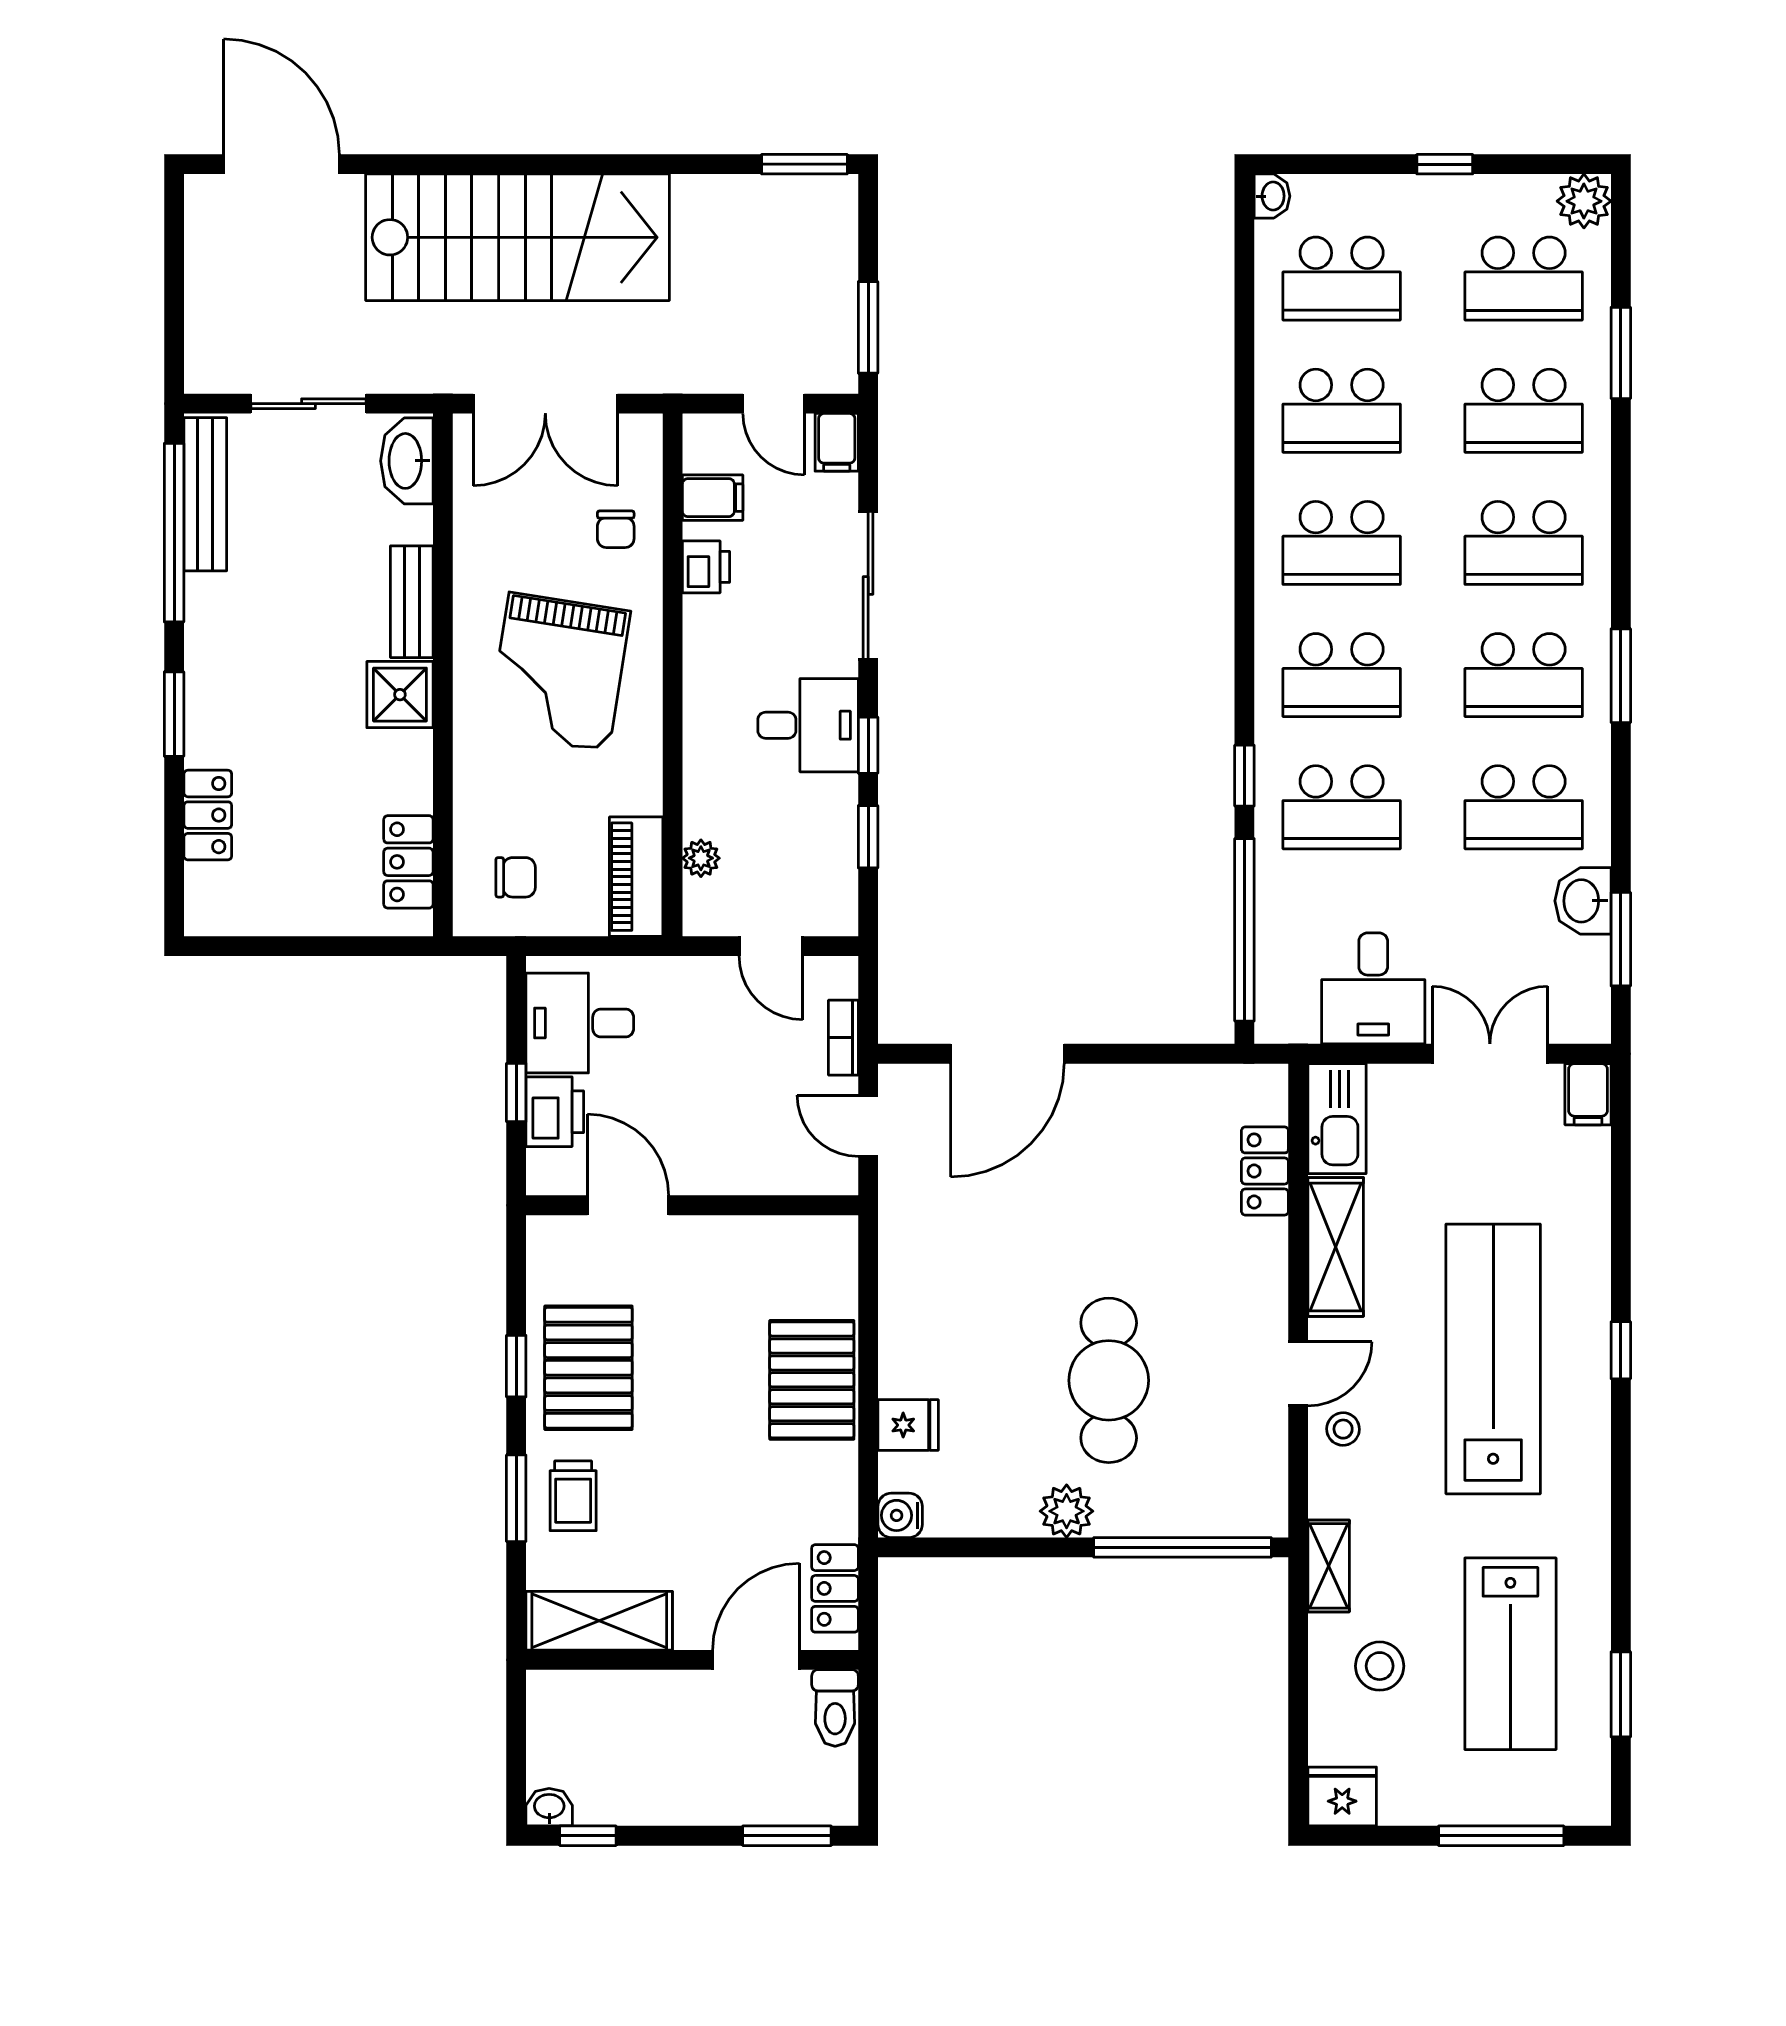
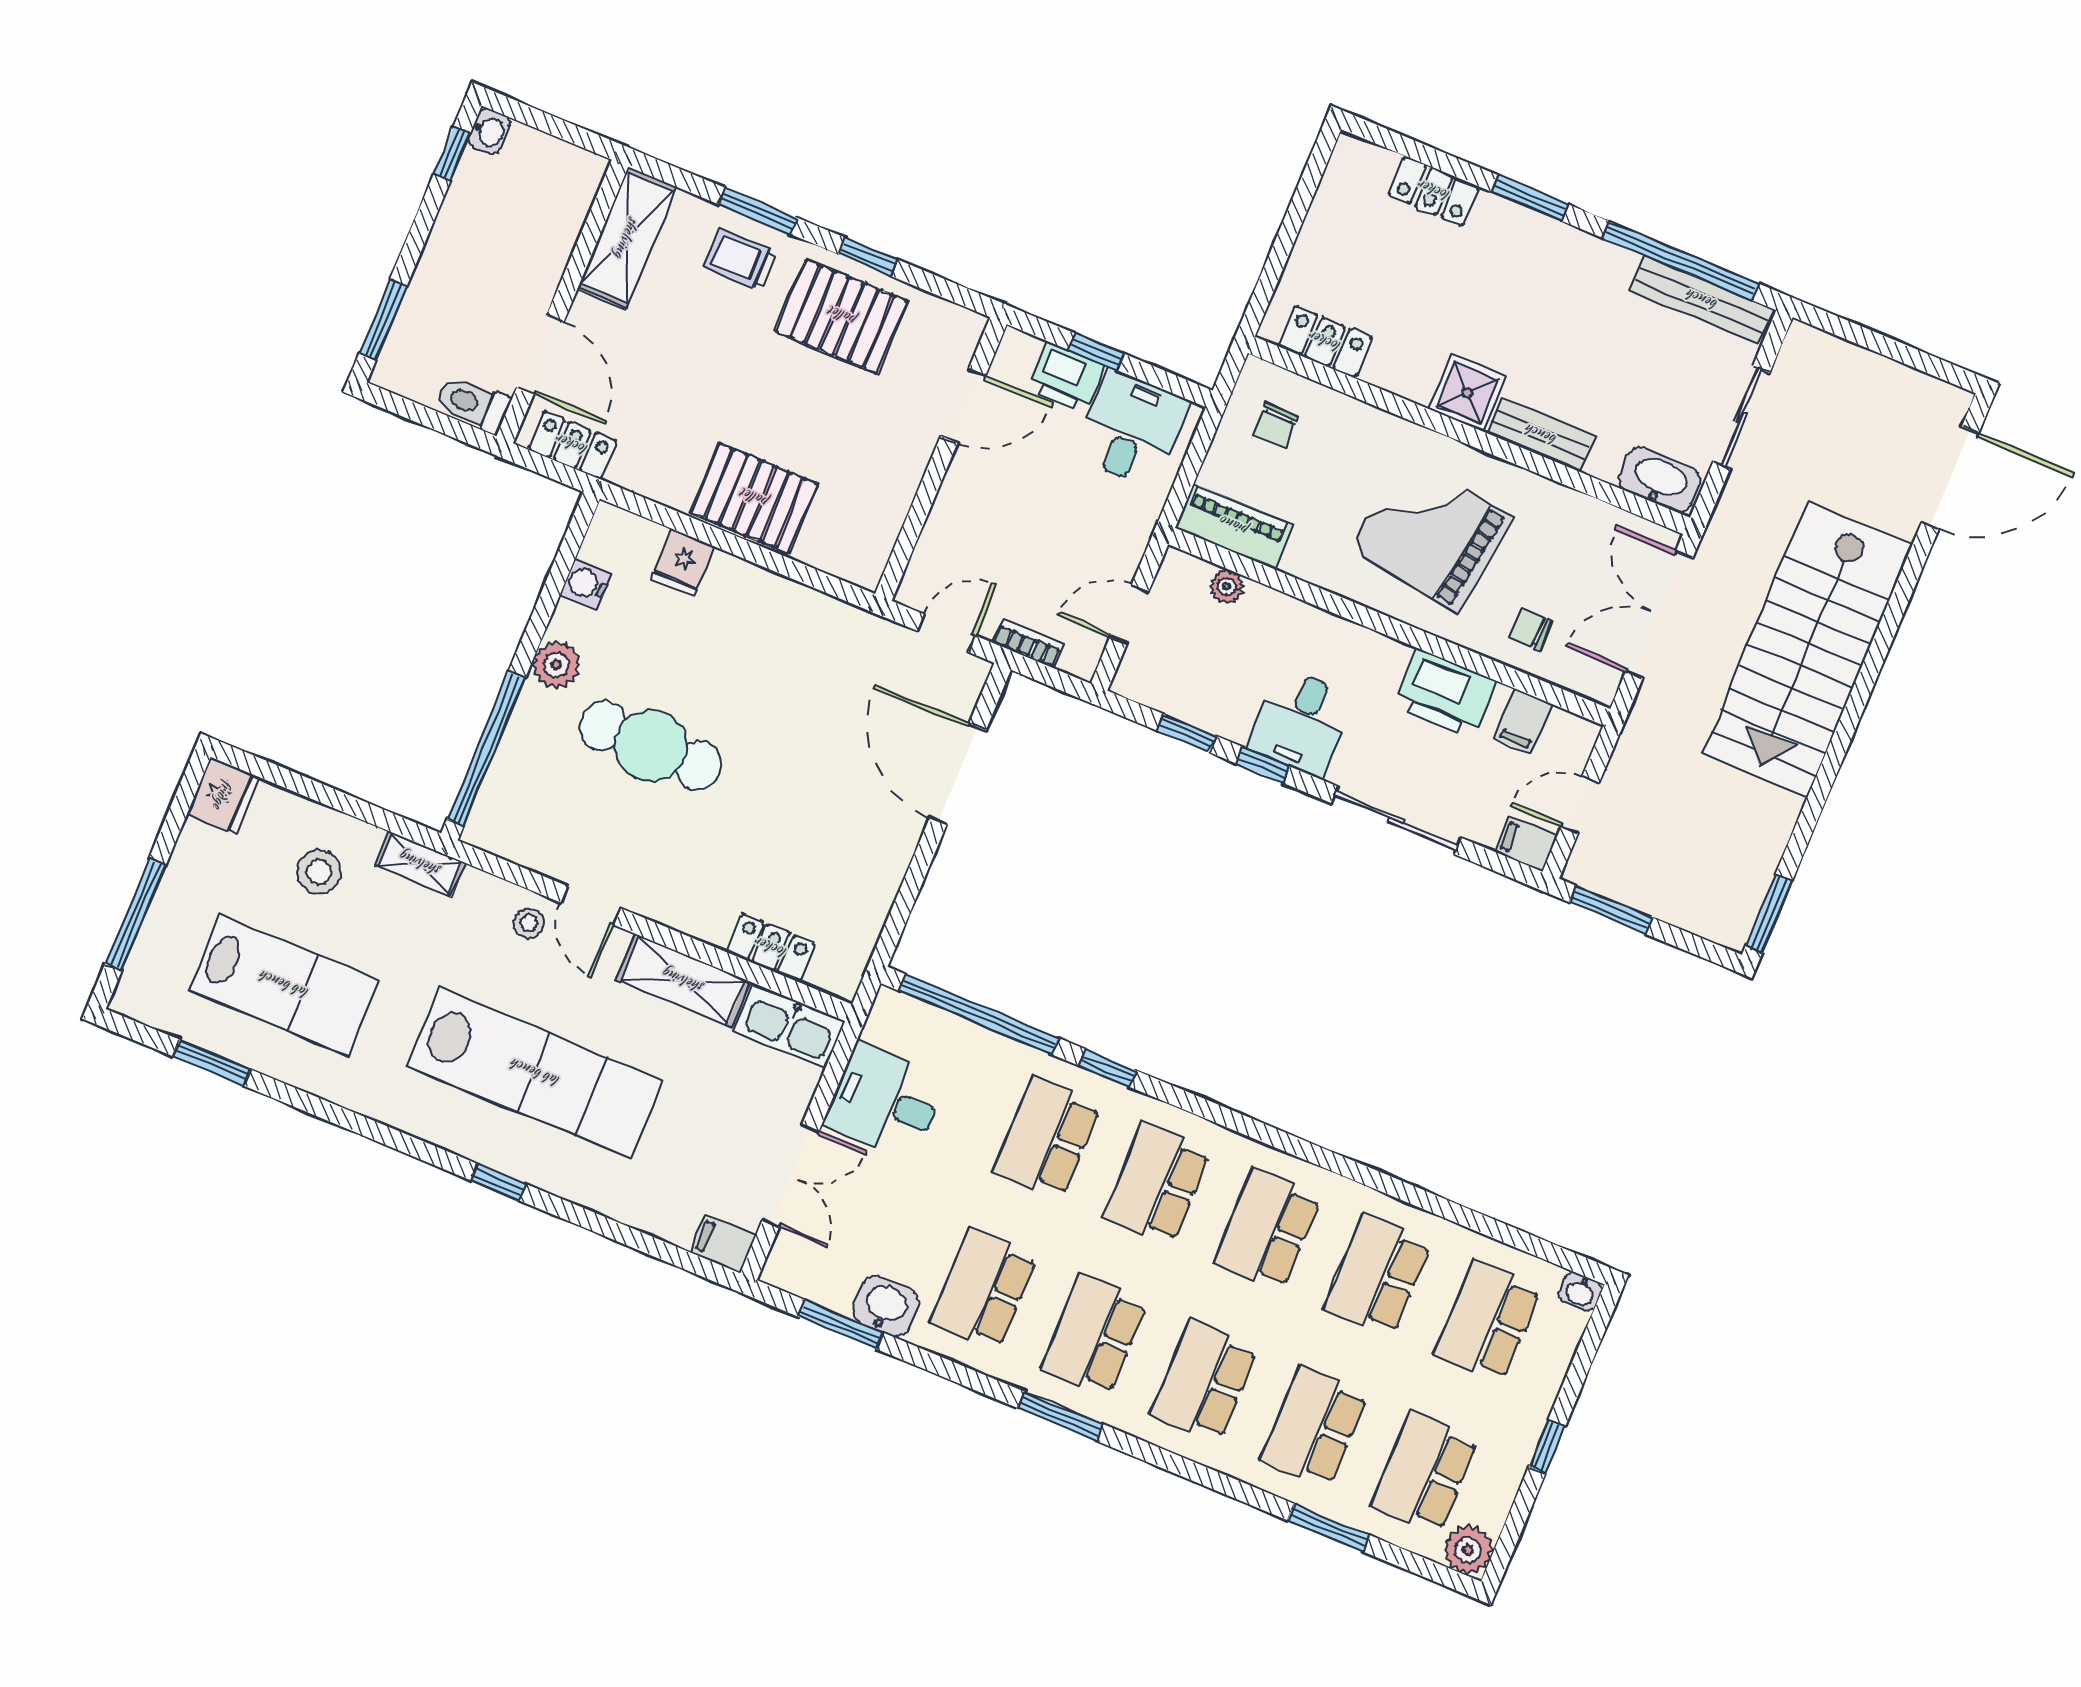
printer: (706, 567) -> (1445, 693), width x1.87, depth x1.48
water cooler: (900, 1515) -> (586, 584), moved, turned -90
lab bench: (1510, 1654) -> (284, 985), turned 180

